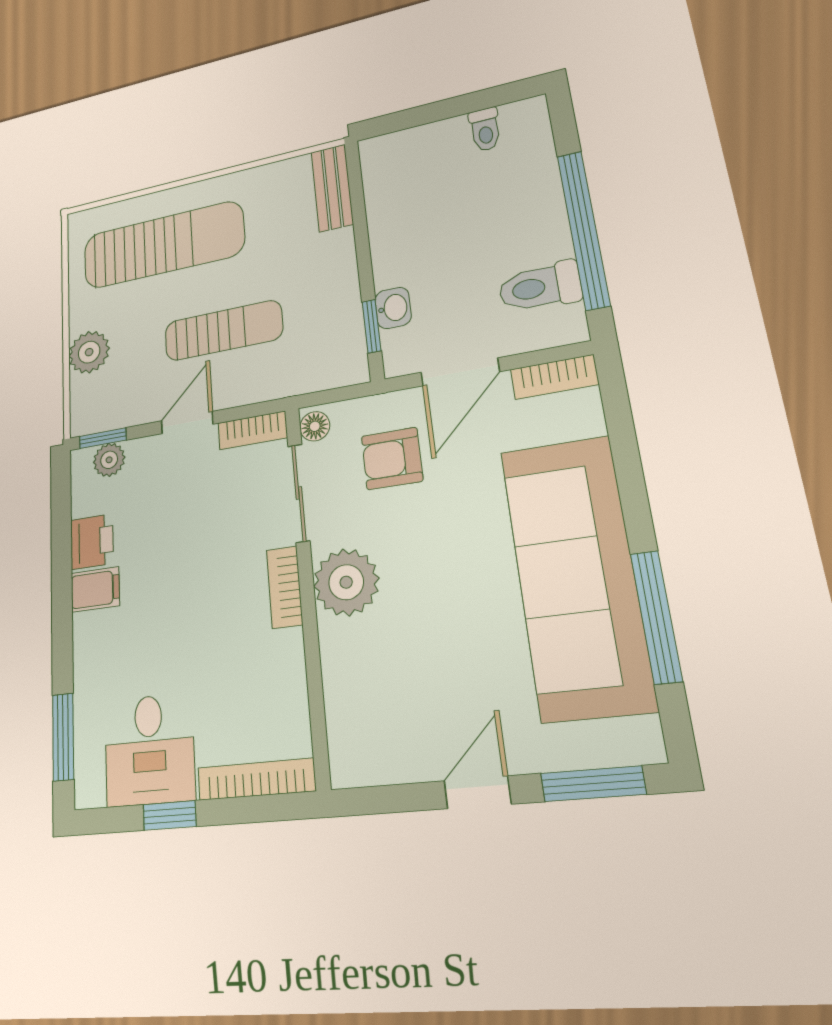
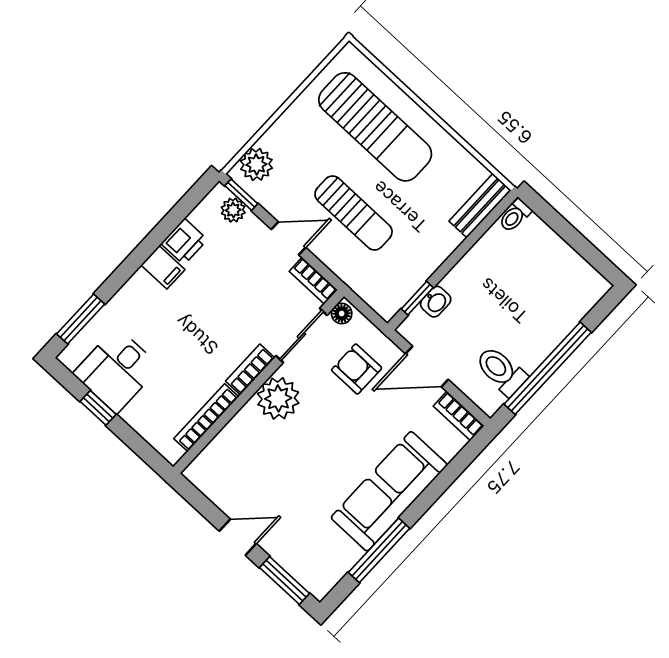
toilet: (485, 129) -> (515, 216), moved
plant: (89, 352) -> (256, 164), moved
sofa: (576, 576) -> (389, 491), width x0.74, depth x0.79
bookcase: (256, 779) -> (206, 418), moved, turned -90

